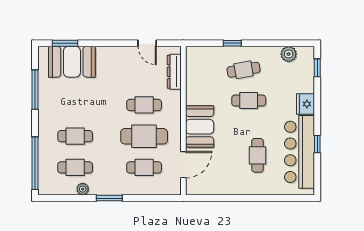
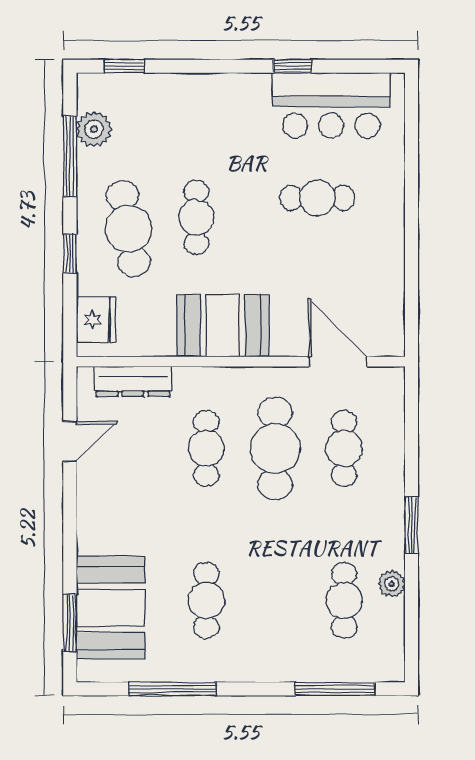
window: (276, 43) -> (70, 156), added
cafe table: (244, 70) -> (128, 229), width x1.37, depth x1.35
fridge: (305, 104) -> (96, 319), moved, turned -90
booth: (200, 127) -> (223, 326), moved
cafe table: (75, 136) -> (206, 601), moved
bar counter: (299, 152) -> (331, 105), width x0.73
window: (35, 163) -> (335, 689), width x0.68

